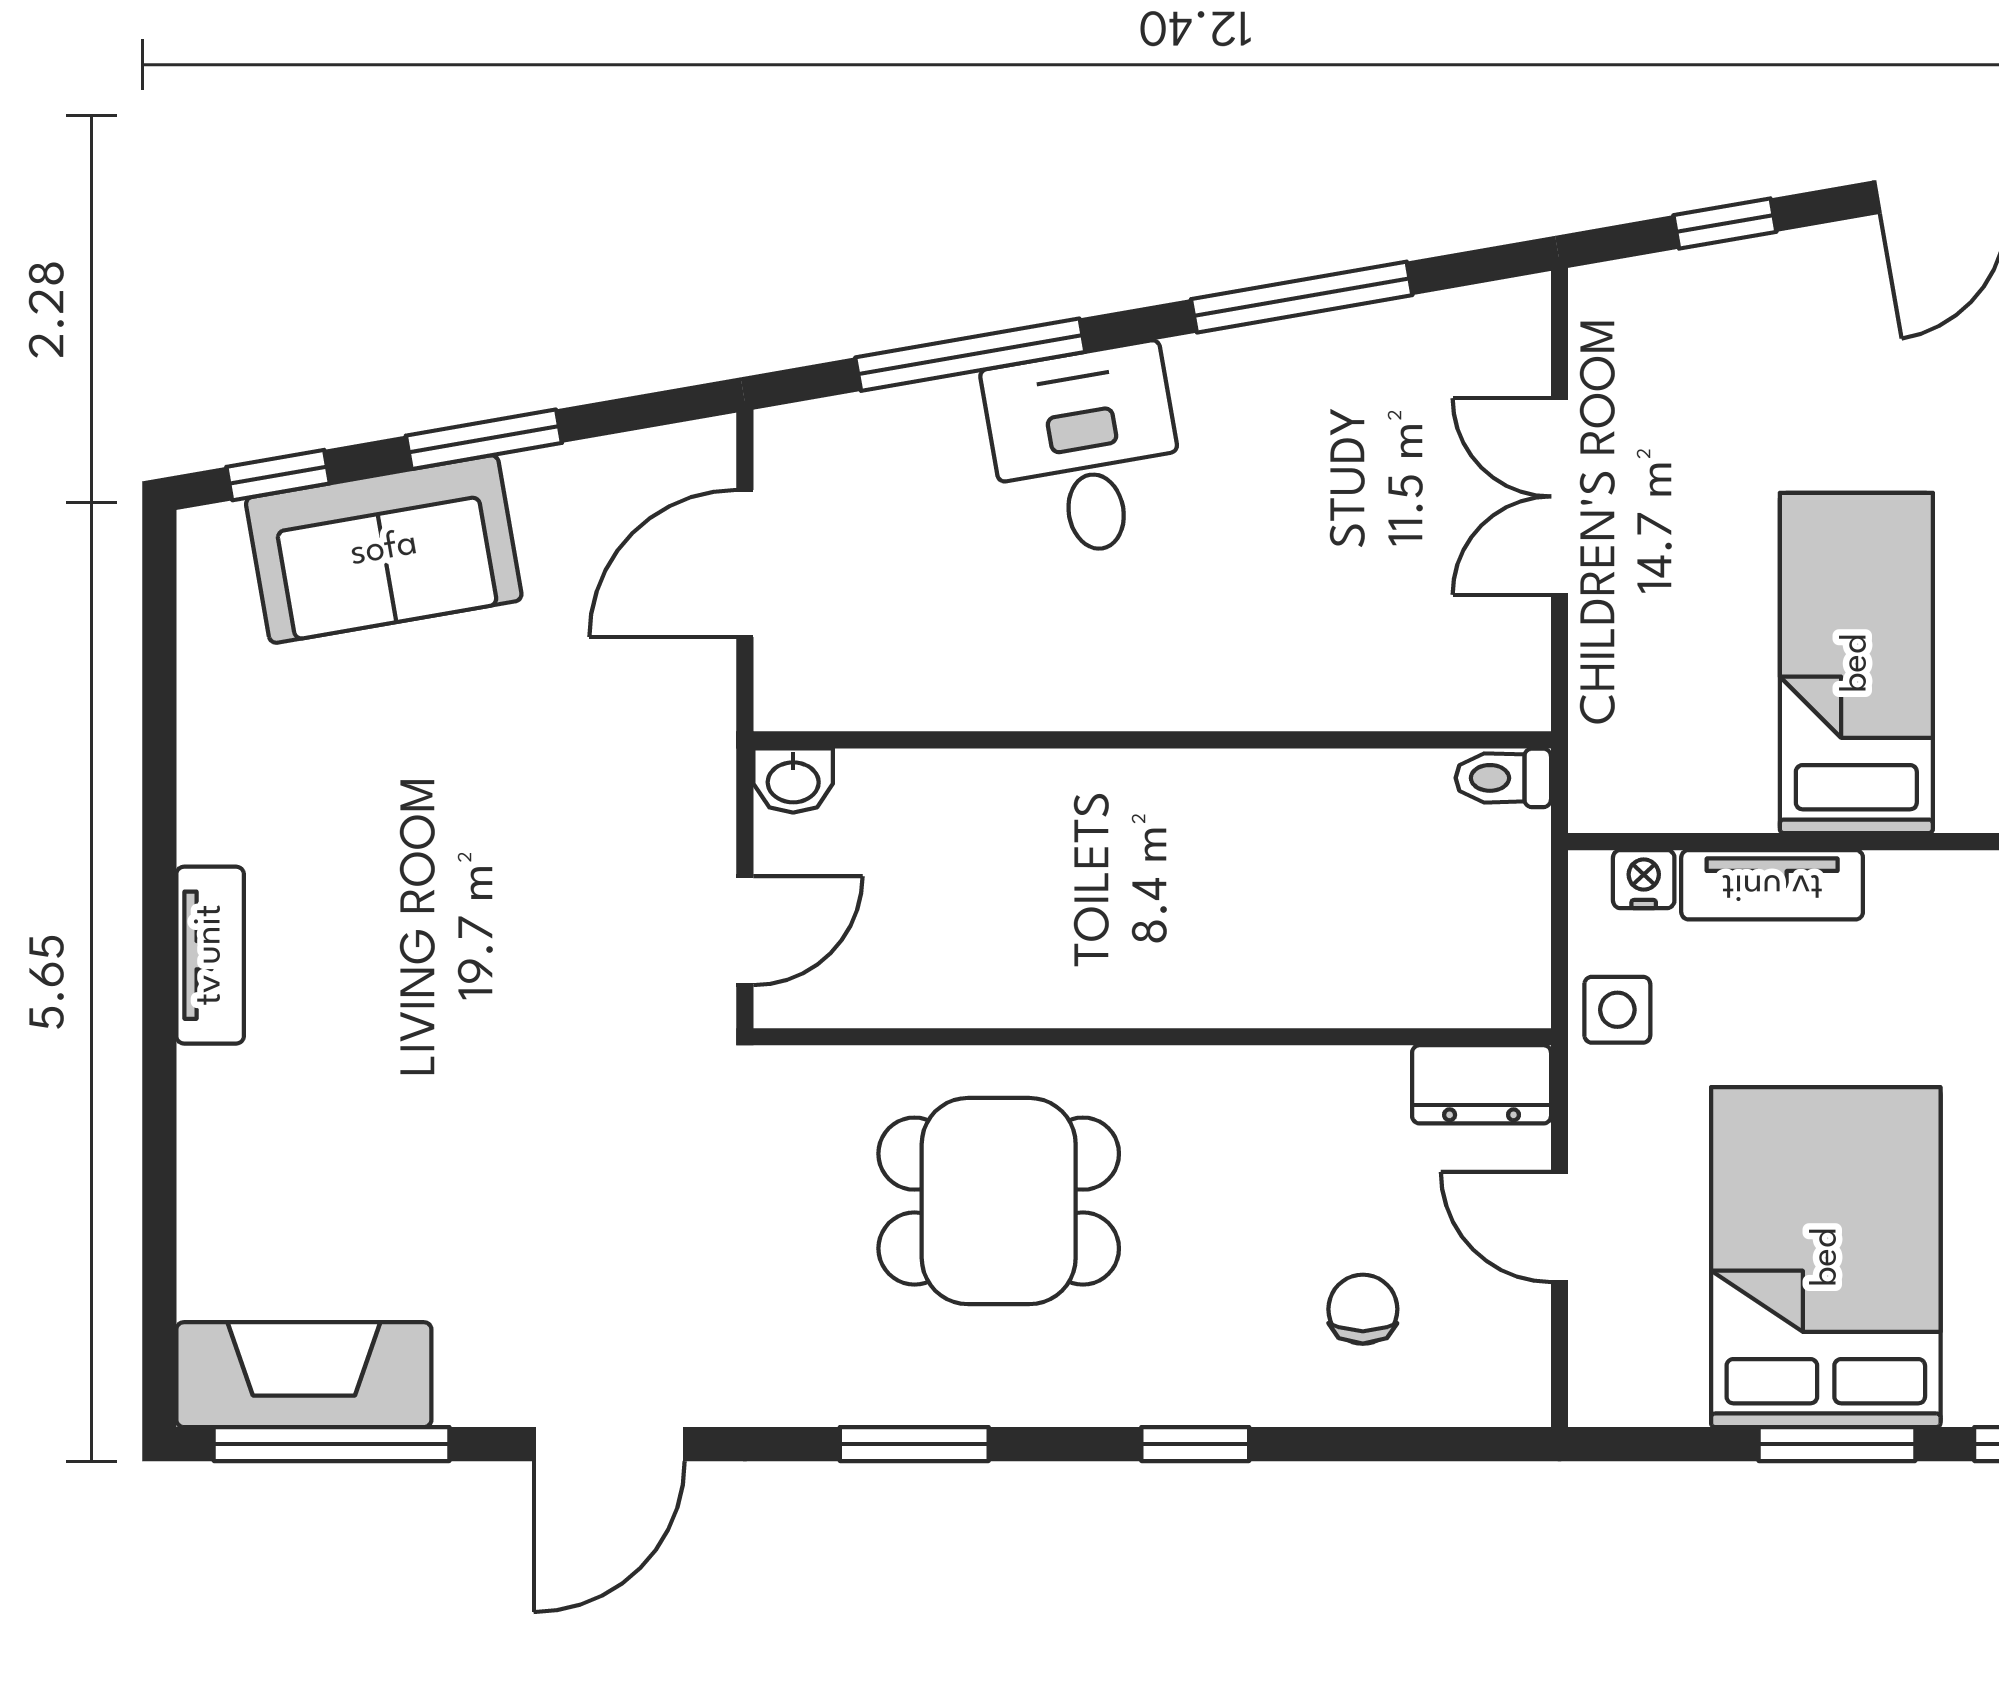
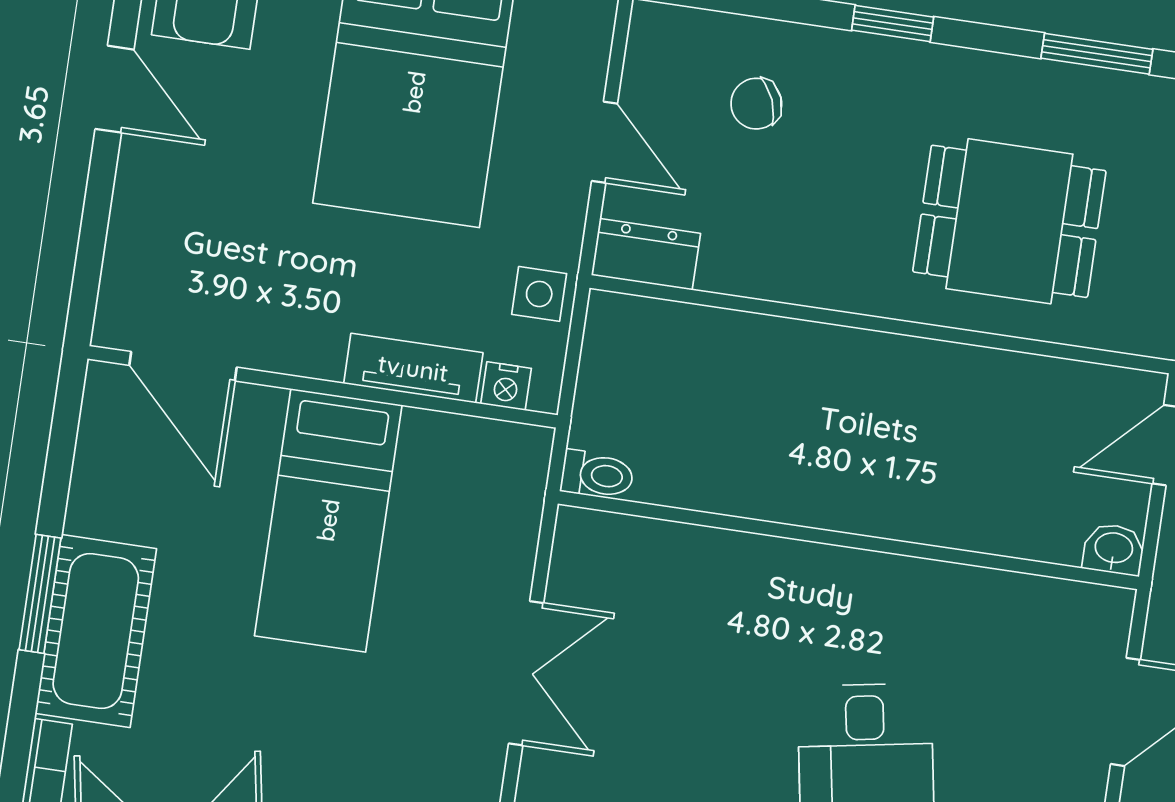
chair: (1363, 1309) -> (756, 104), turned 68

